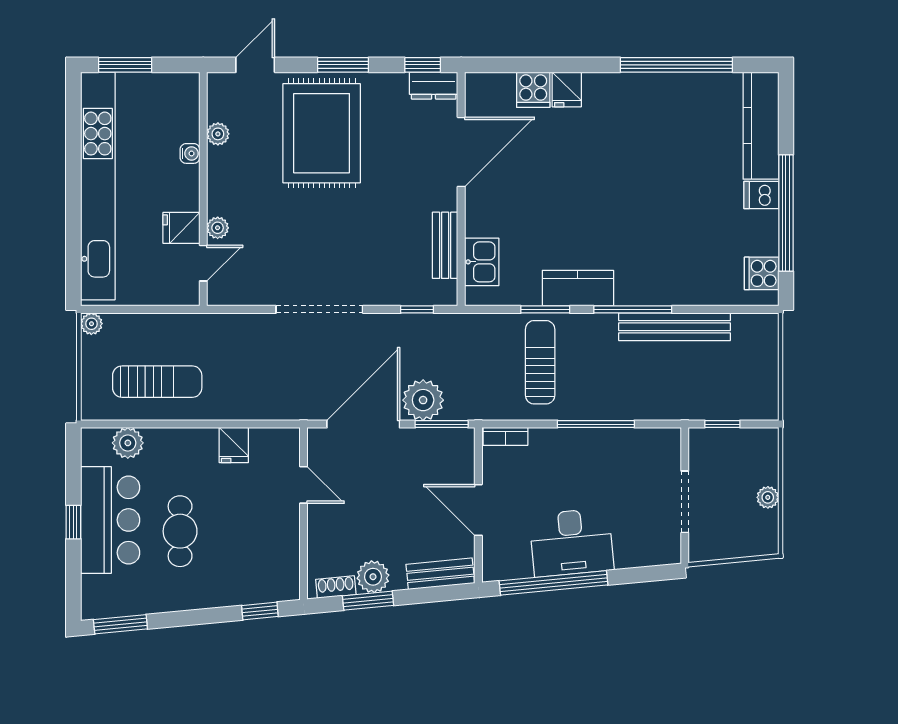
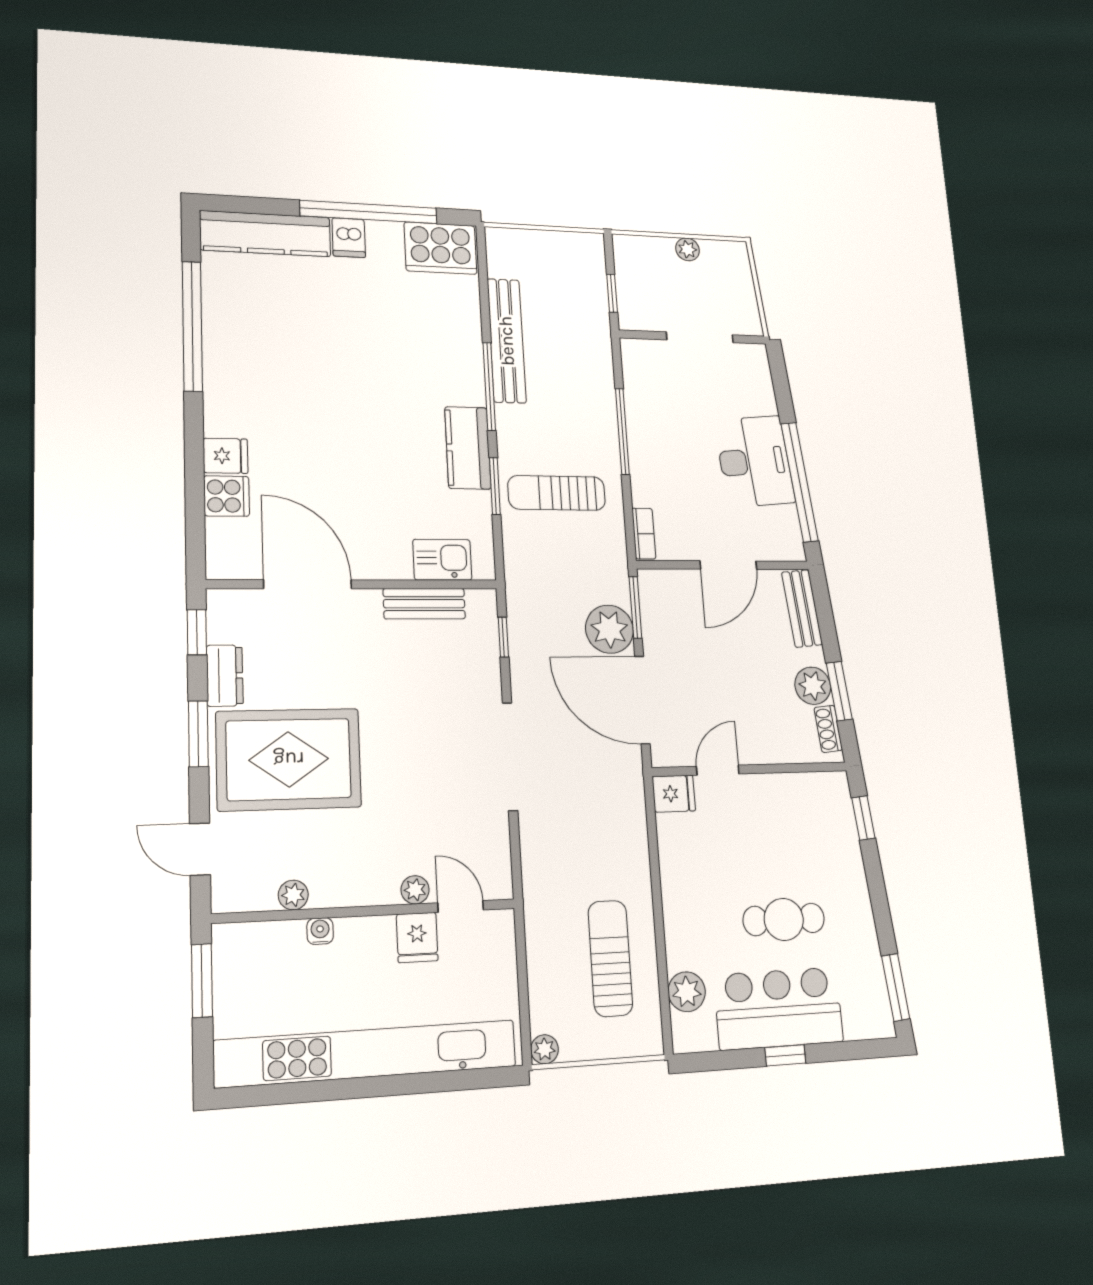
window: (125, 65) -> (202, 981), moved
dresser: (434, 86) -> (225, 676), moved
cooker: (762, 273) -> (441, 248), width x1.87, depth x1.31
fridge: (234, 445) -> (674, 794), moved

